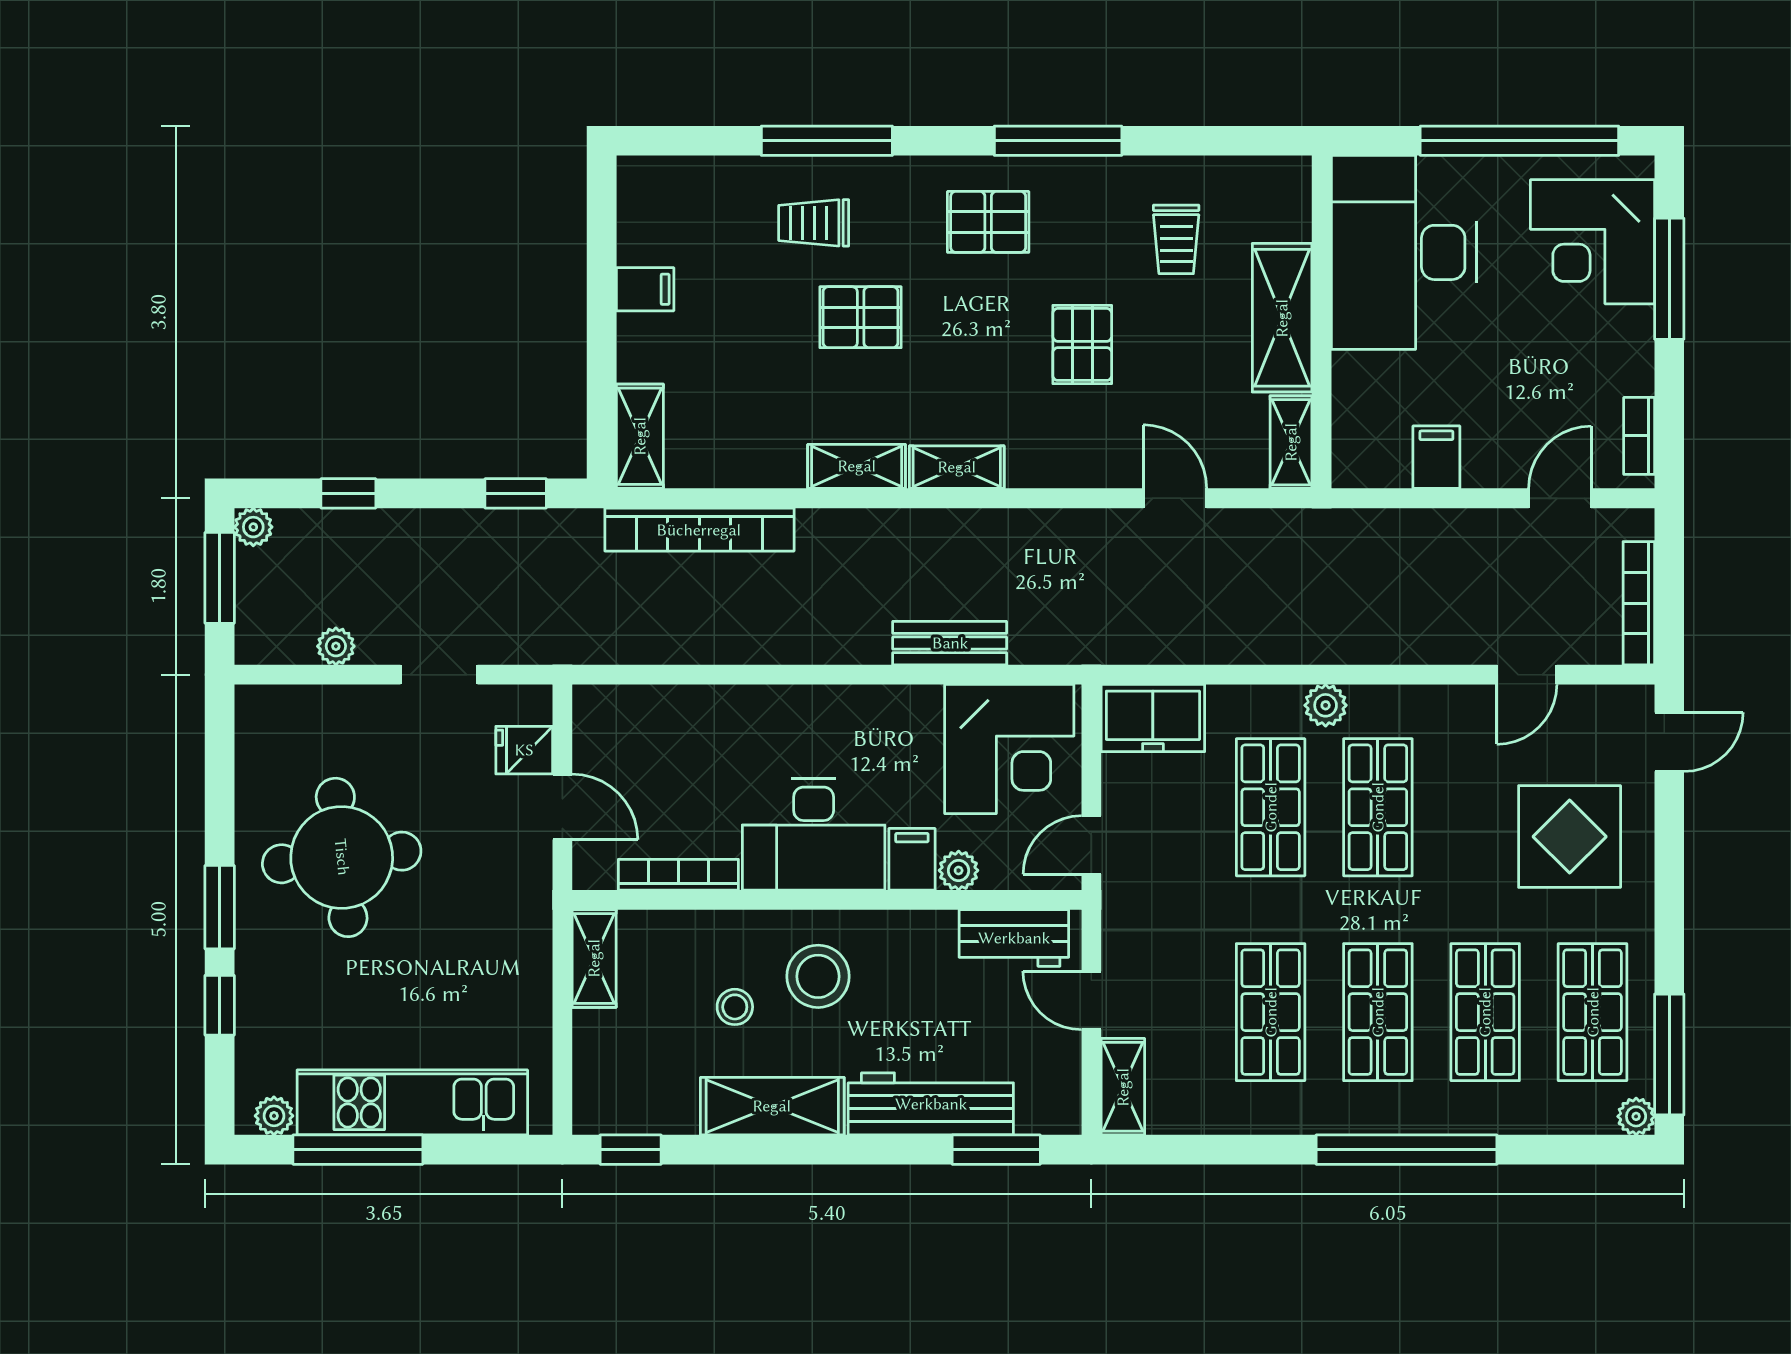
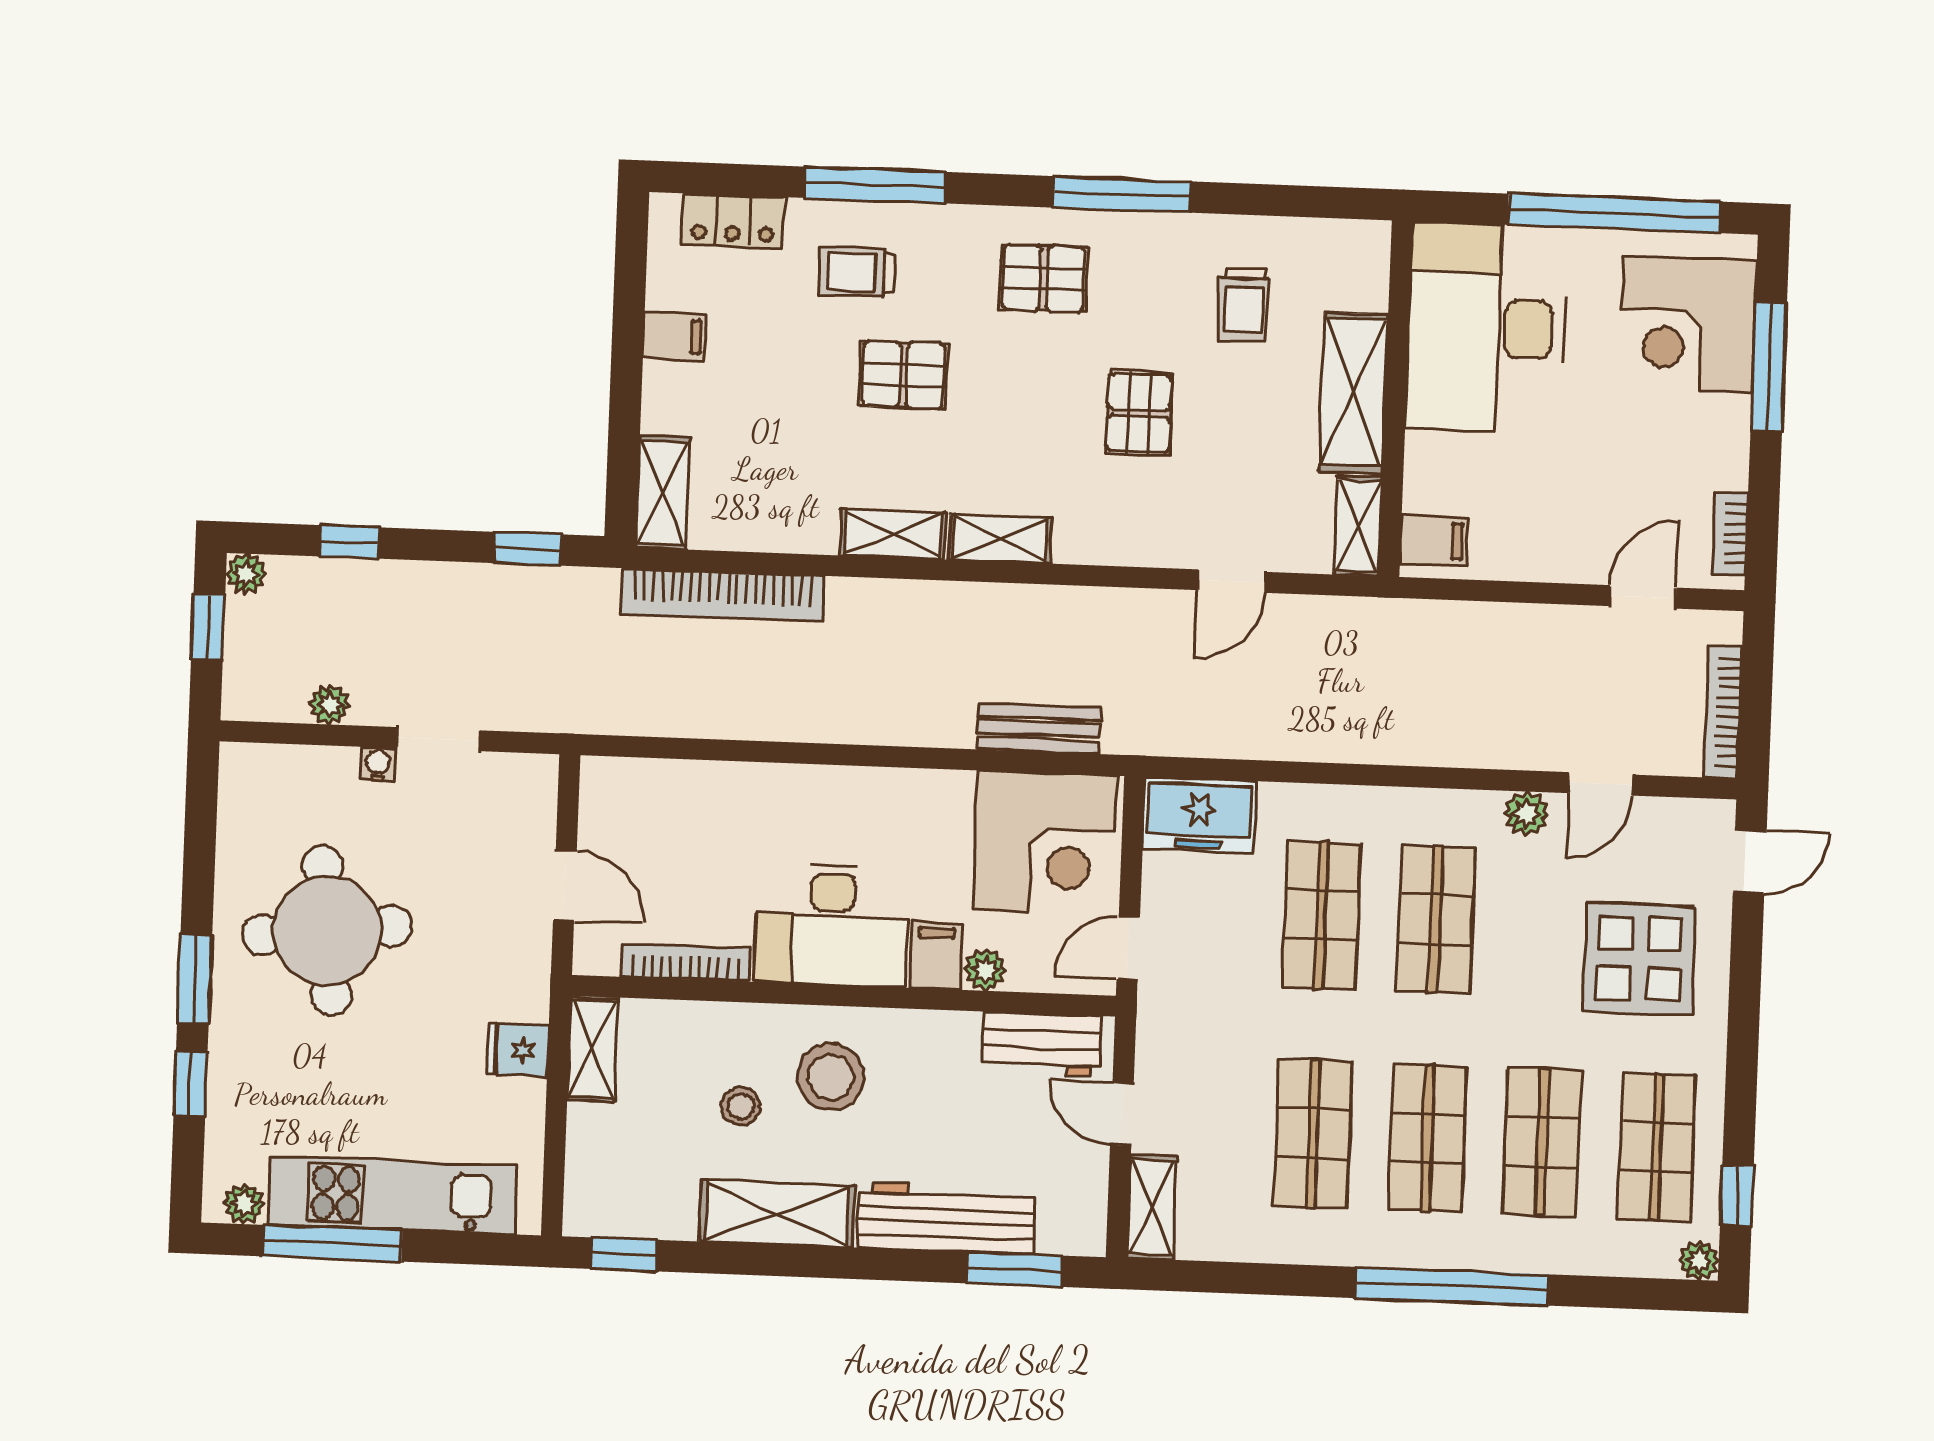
locker: (696, 179) -> (733, 221), added
filing cabinet: (1436, 457) -> (1434, 540), moved, turned 90
door: (1175, 498) -> (1232, 581), swing flipped
window: (220, 578) -> (208, 627), width x0.67
bench: (950, 643) -> (1039, 729), moved
water cooler: (383, 700) -> (378, 764), added
plant: (1326, 705) -> (1526, 814), moved
fridge: (524, 750) -> (518, 1050), moved
window: (1669, 1054) -> (1737, 1195), width x0.46

